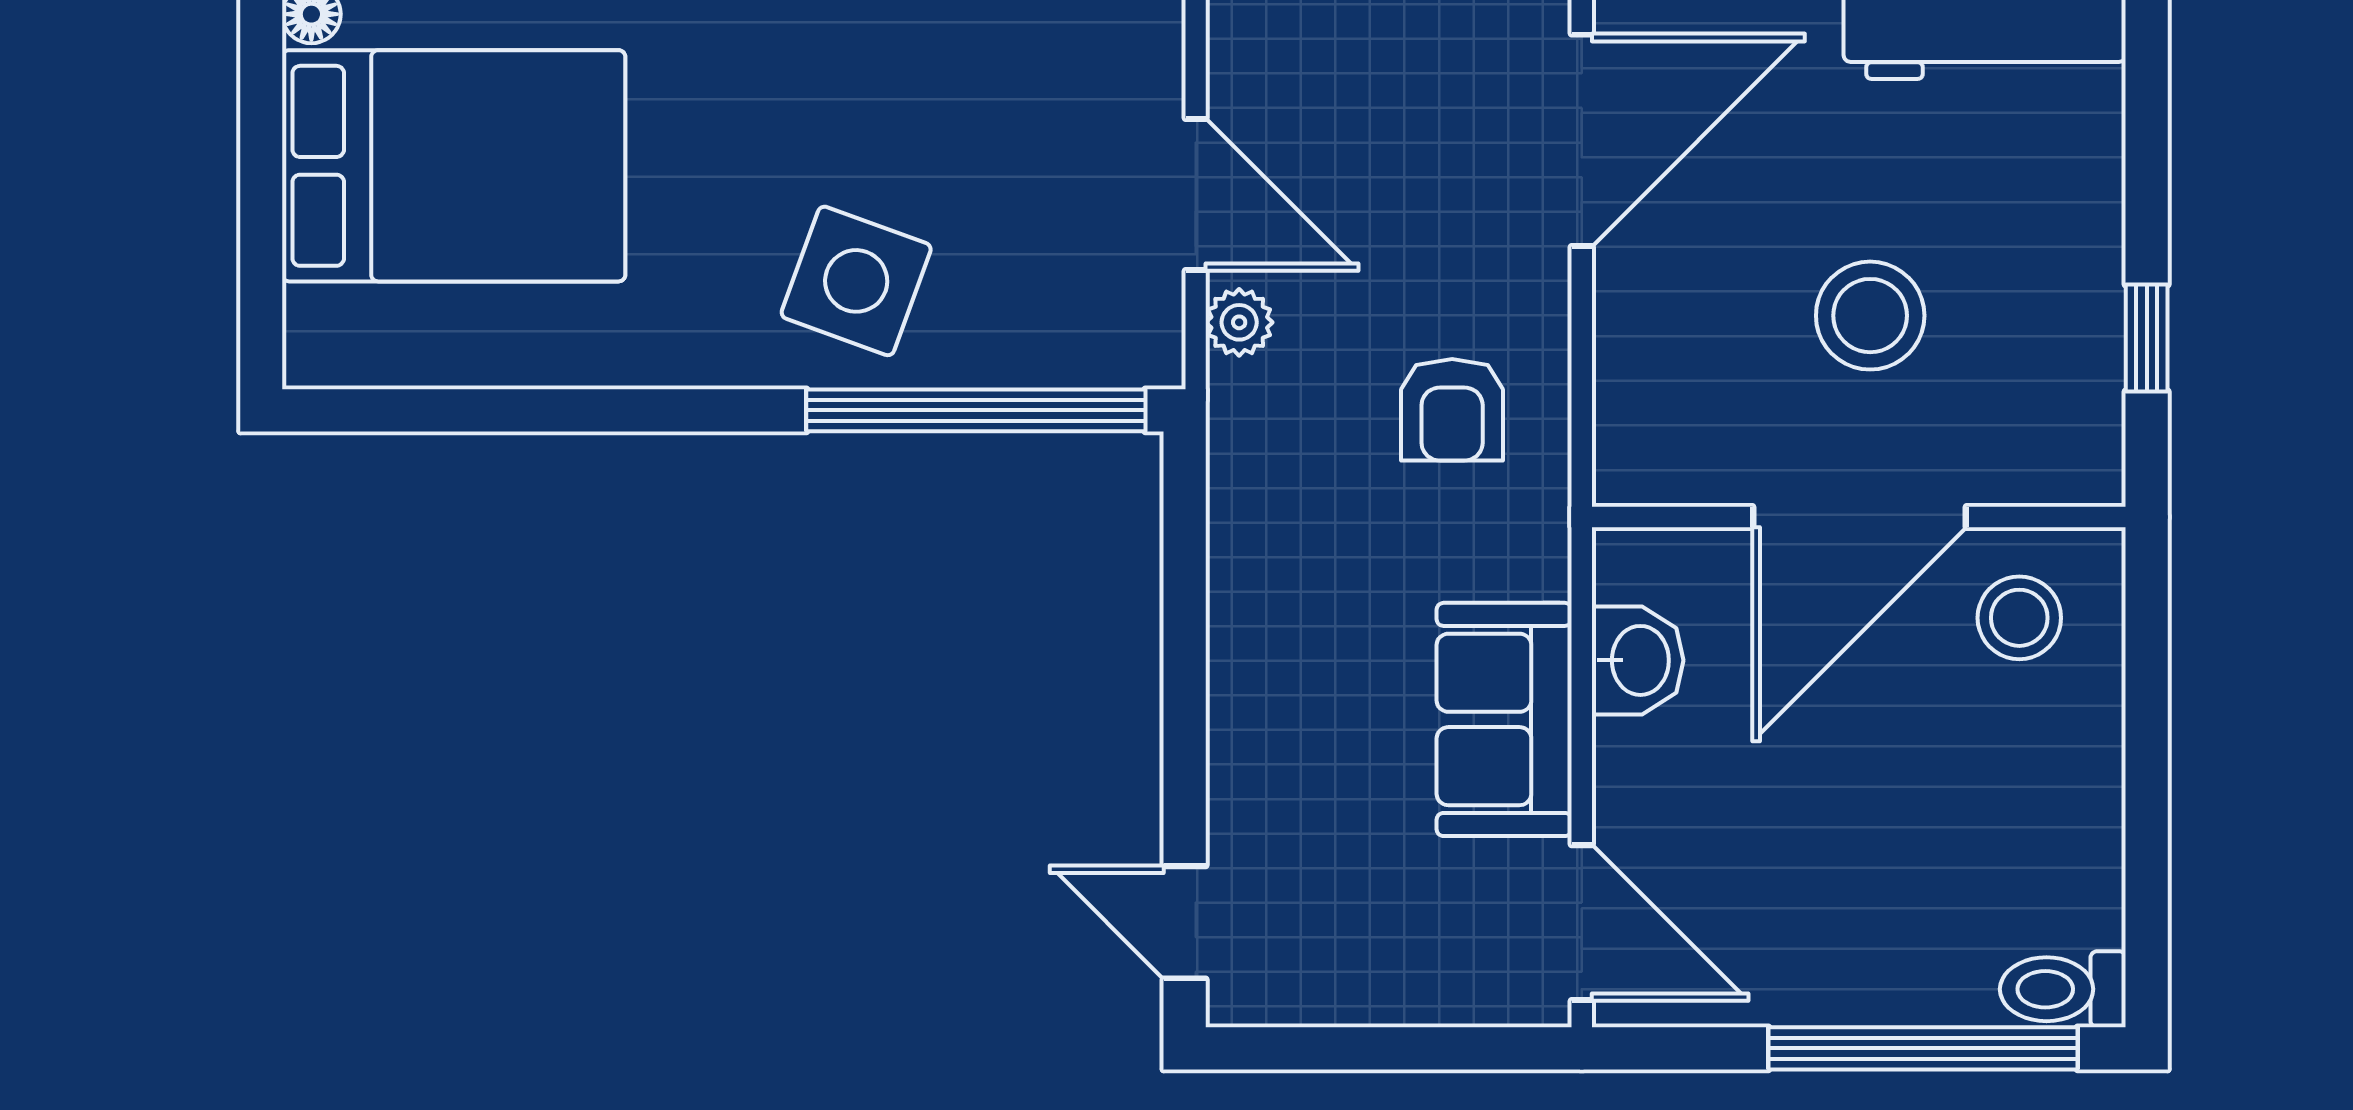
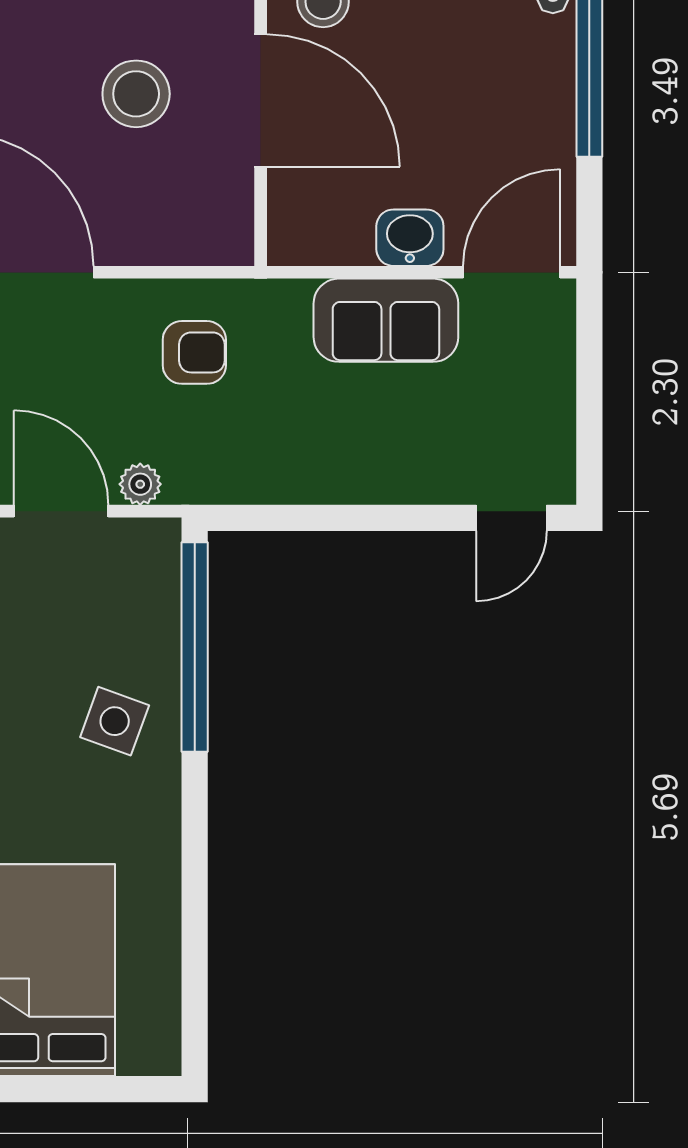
door: (1196, 195) -> (61, 511), hinge flipped
side table: (856, 281) -> (115, 721), width x0.73, depth x0.73
washbasin: (1638, 660) -> (410, 238), moved

